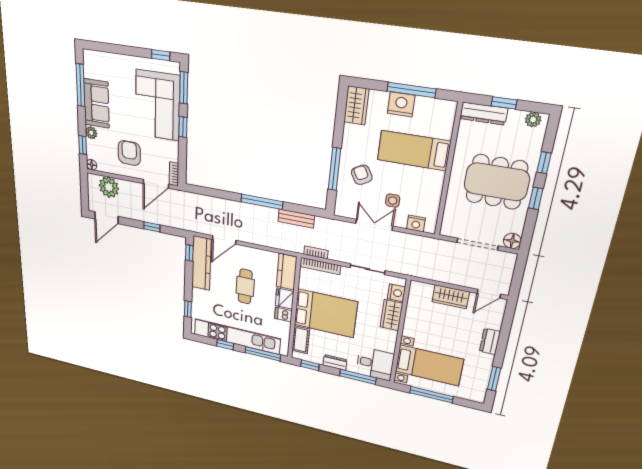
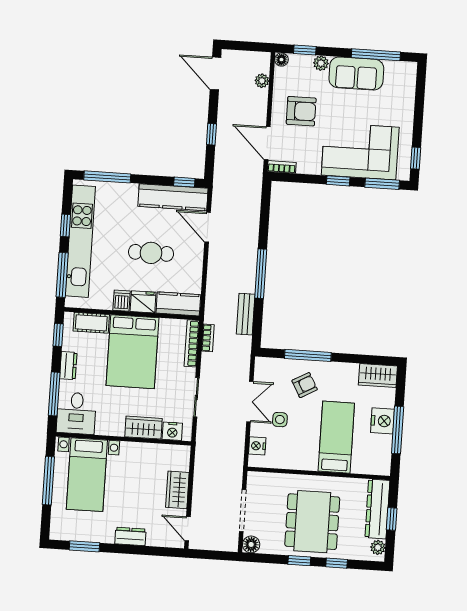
dresser: (484, 113) -> (377, 509), width x1.37, depth x1.24
plant: (109, 187) -> (262, 81), width x0.53, depth x0.53
window: (188, 309) -> (107, 177), width x2.17

